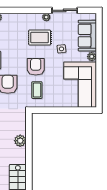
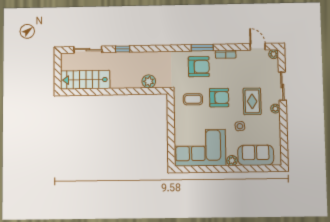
sliding door: (65, 10) -> (282, 86), moved
plant: (20, 141) -> (149, 81), moved

